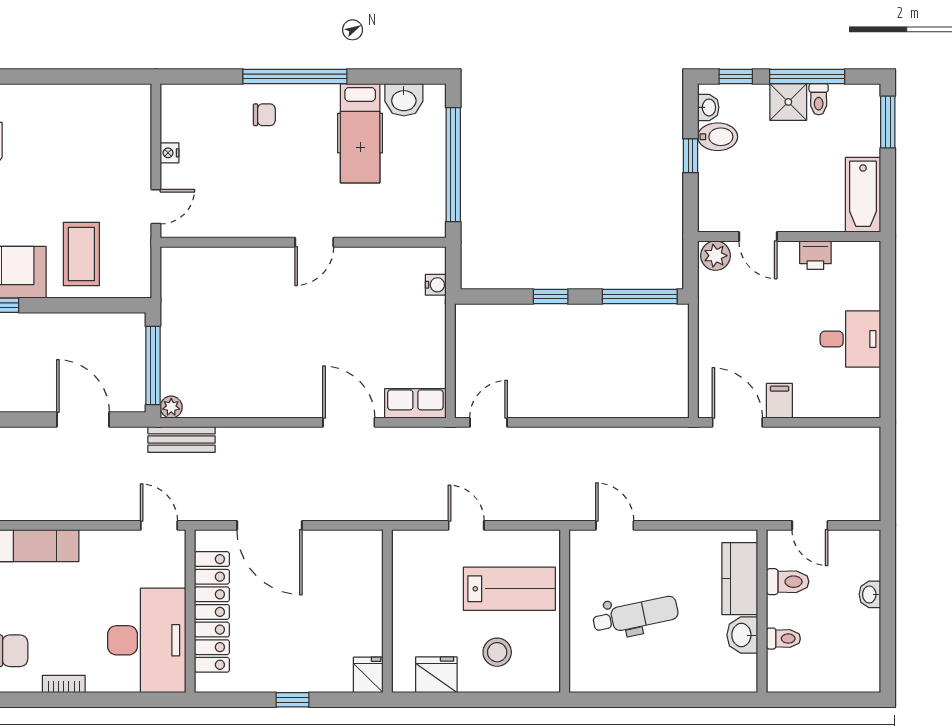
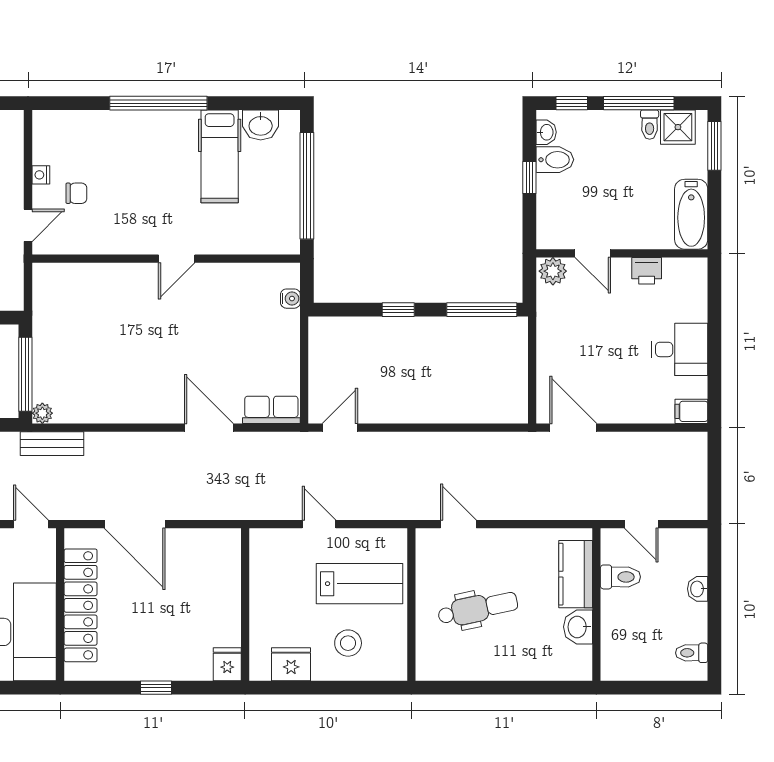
shower: (788, 102) -> (678, 127), moved
chair: (264, 115) -> (76, 193), moved
filing cabinet: (779, 401) -> (691, 411), moved, turned -90
toilet: (783, 639) -> (692, 653), moved, turned 180

